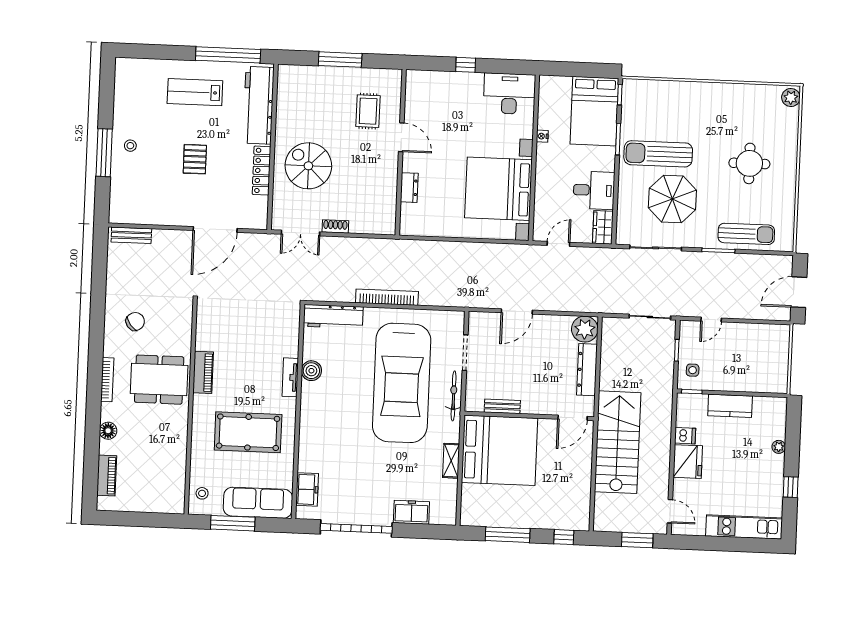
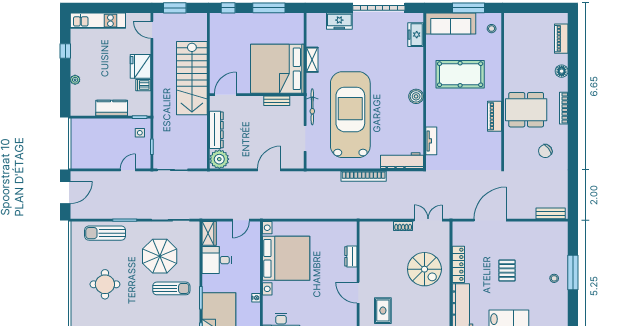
sun lounger: (658, 154) -> (171, 288), width x0.73, depth x0.75
boiler: (311, 371) -> (416, 96), moved
tv unit: (290, 377) -> (431, 141), moved

